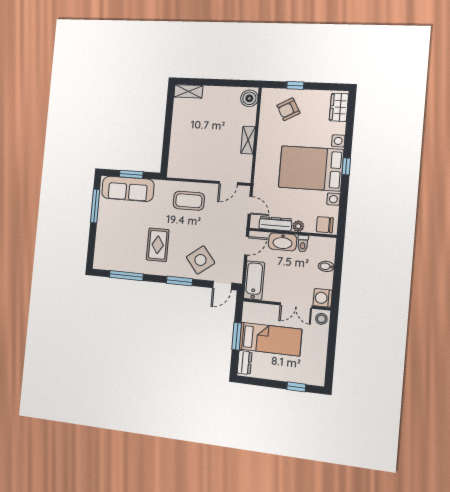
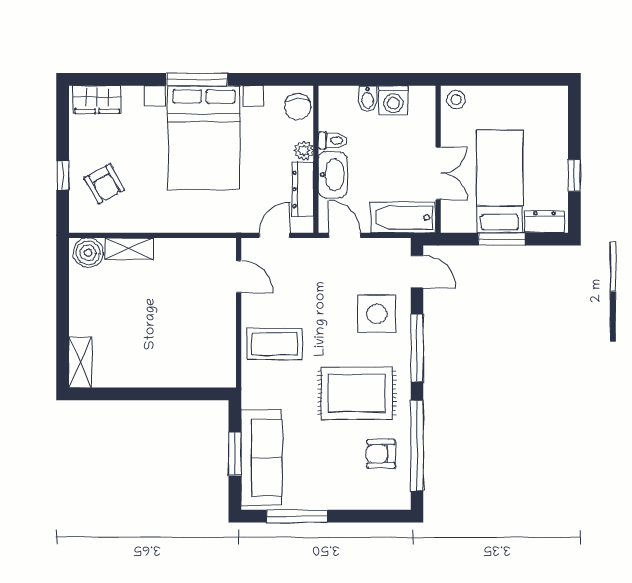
shelving: (248, 140) -> (129, 249), moved
window: (346, 166) -> (197, 79), width x2.17
coffee table: (189, 201) -> (275, 344), turned 90
rug: (158, 245) -> (357, 393), width x1.36, depth x1.43
armchair: (124, 255) -> (381, 454), added
side table: (200, 260) -> (377, 314), turned 38
window: (126, 276) -> (417, 446), width x1.46
window: (179, 281) -> (417, 348), width x1.44
washing machine: (323, 298) -> (393, 100), moved
double door: (296, 305) -> (438, 173), moved
window: (296, 387) -> (574, 175), moved

